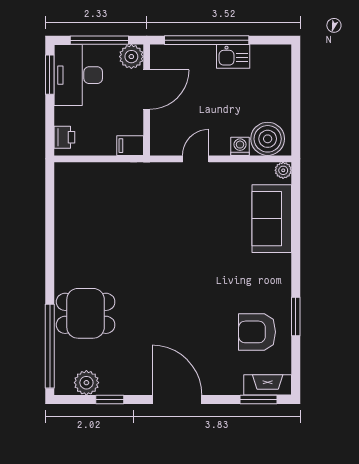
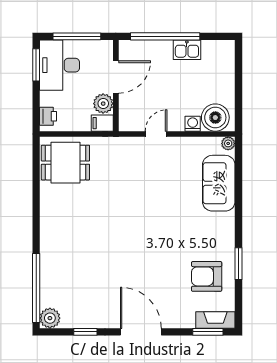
plant: (131, 57) -> (103, 104), moved
dining table: (86, 313) -> (65, 163), moved
plant: (86, 383) -> (50, 318), moved

